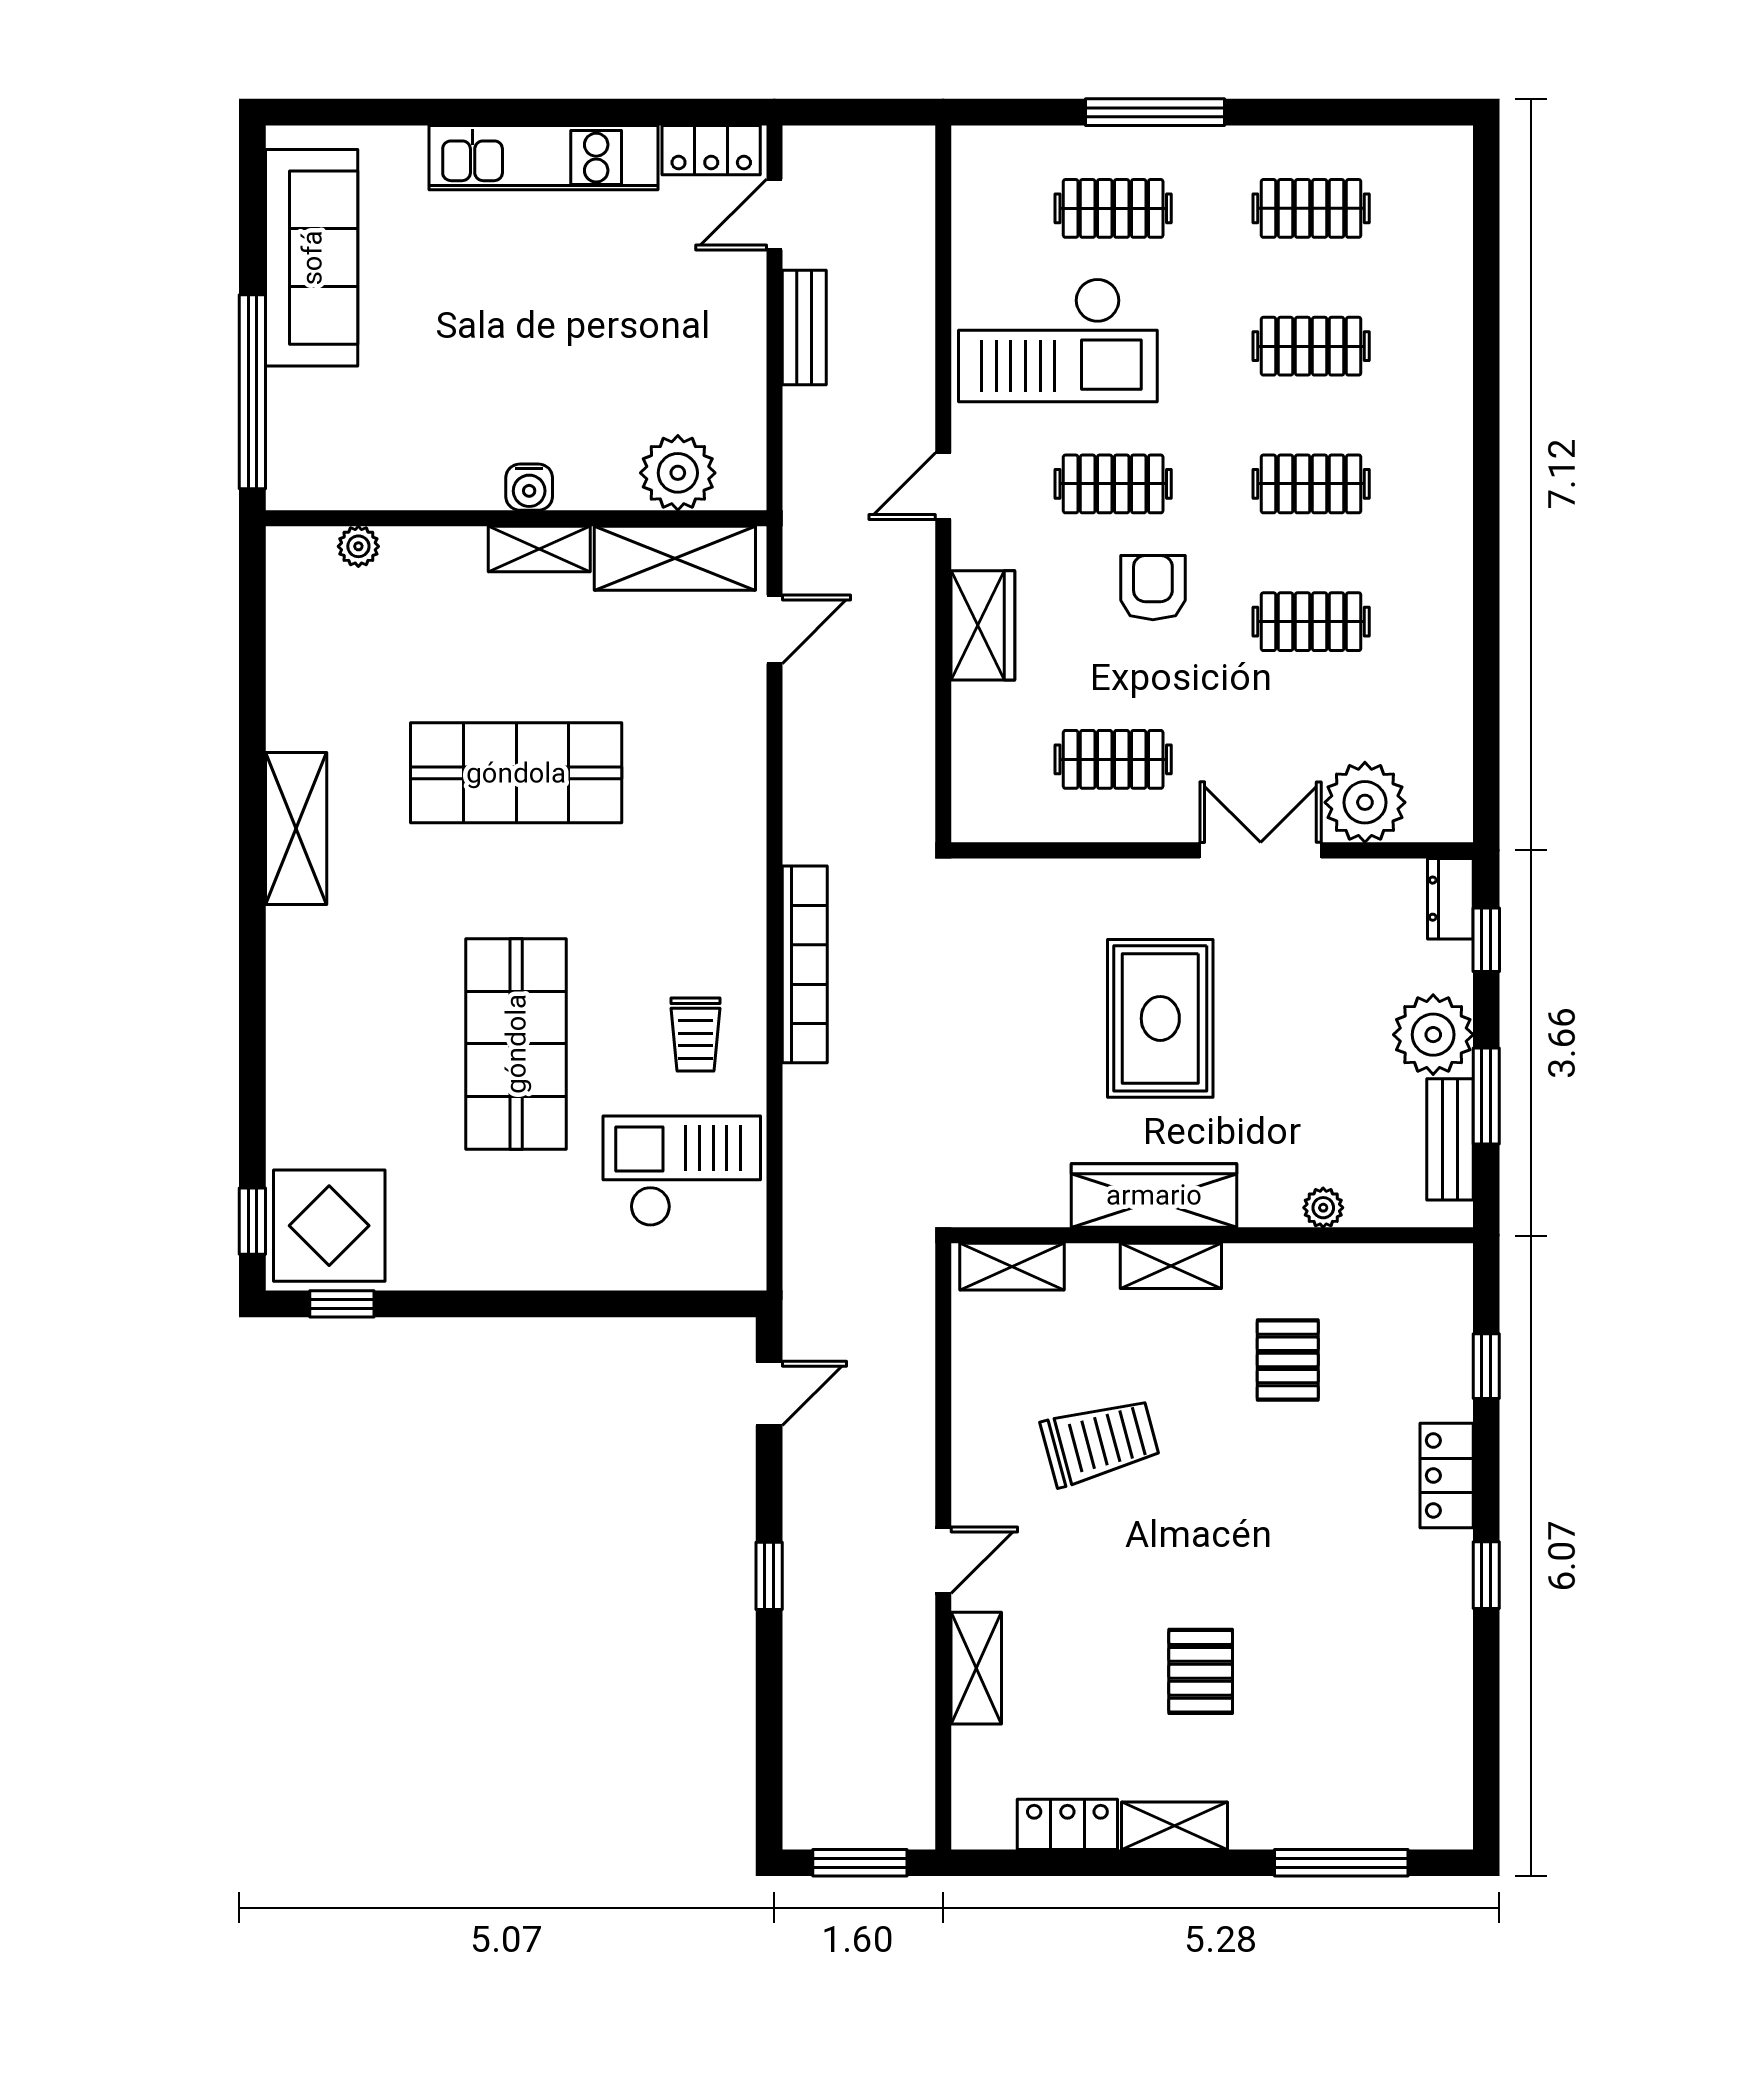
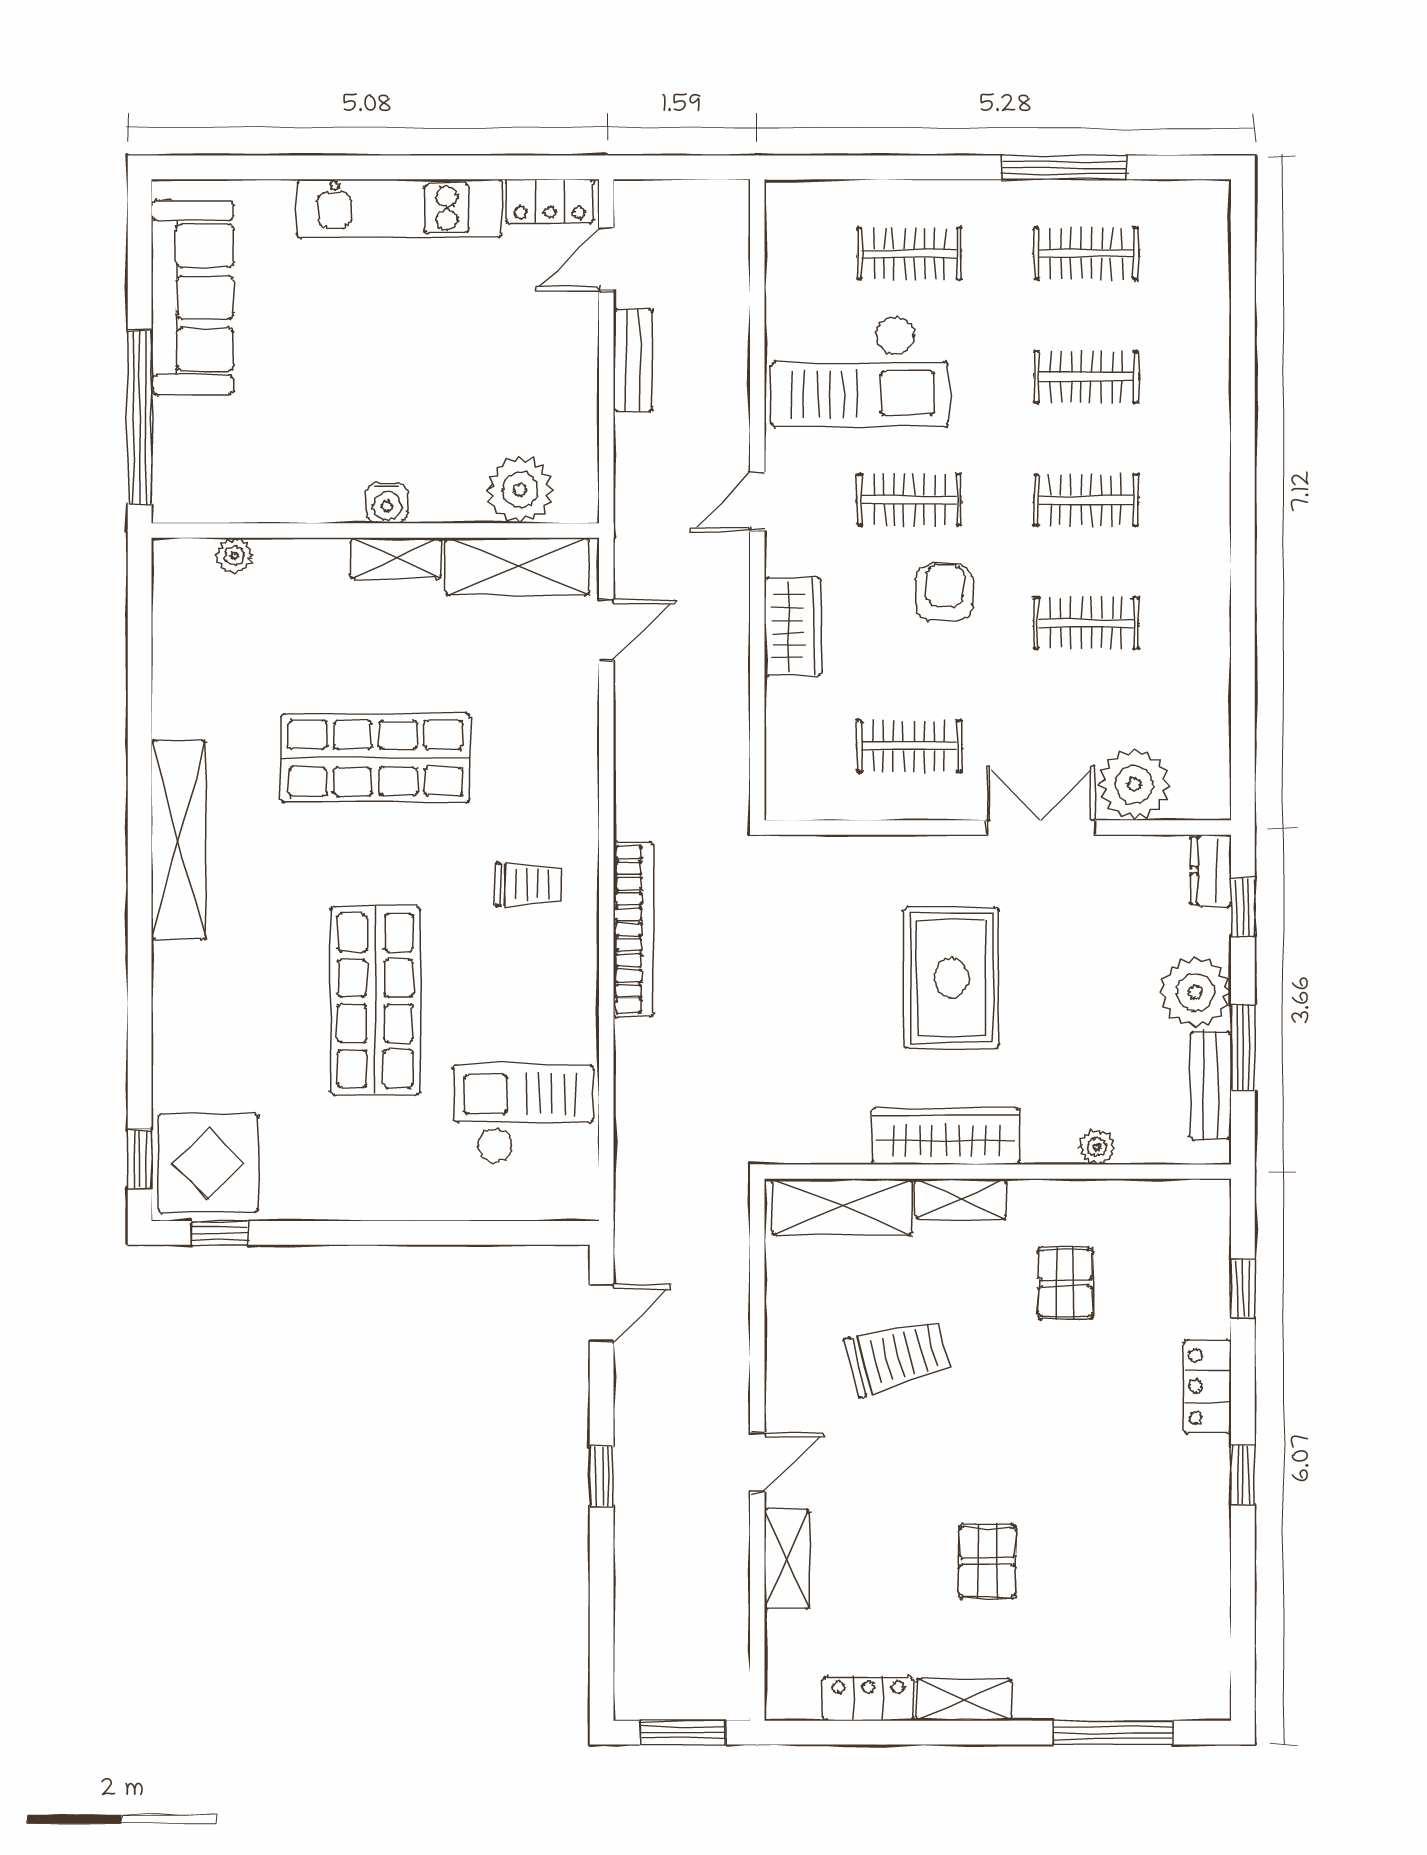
window: (1155, 112) -> (1064, 167), moved
shelving: (296, 828) -> (179, 840), width x1.47
trolley: (695, 1034) -> (528, 884), moved, turned -90
shelving: (1012, 1267) -> (842, 1207), width x1.50, depth x1.33

